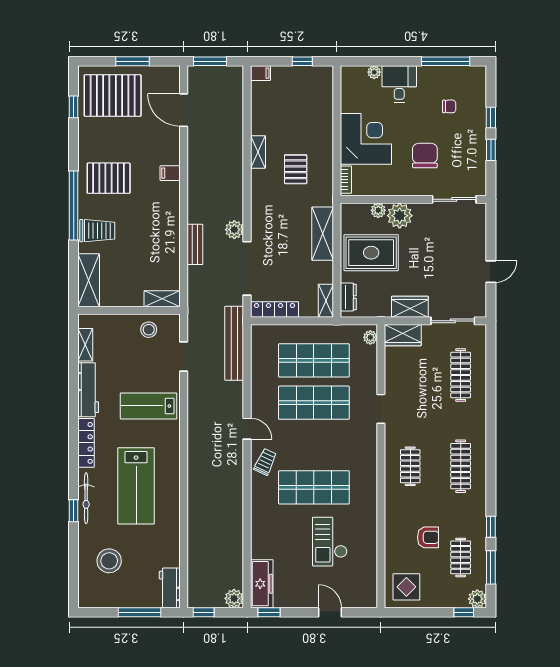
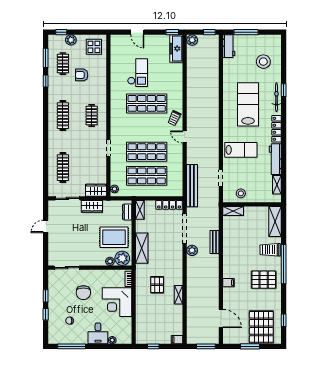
pallet: (113, 96) -> (261, 327), turned 90
plant: (400, 216) -> (122, 258), moved
plant: (477, 599) -> (71, 40), moved

